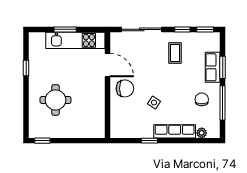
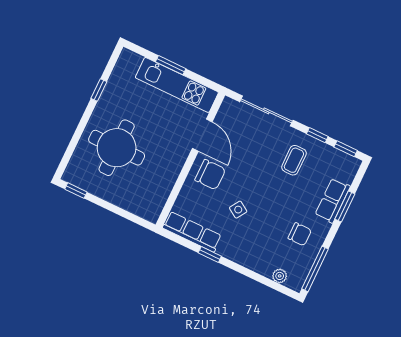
chair: (202, 99) -> (300, 234), turned 90
round table: (56, 100) -> (117, 148), width x1.36, depth x1.36
window: (223, 103) -> (315, 269), moved
row of seats: (175, 131) -> (192, 232), moved

